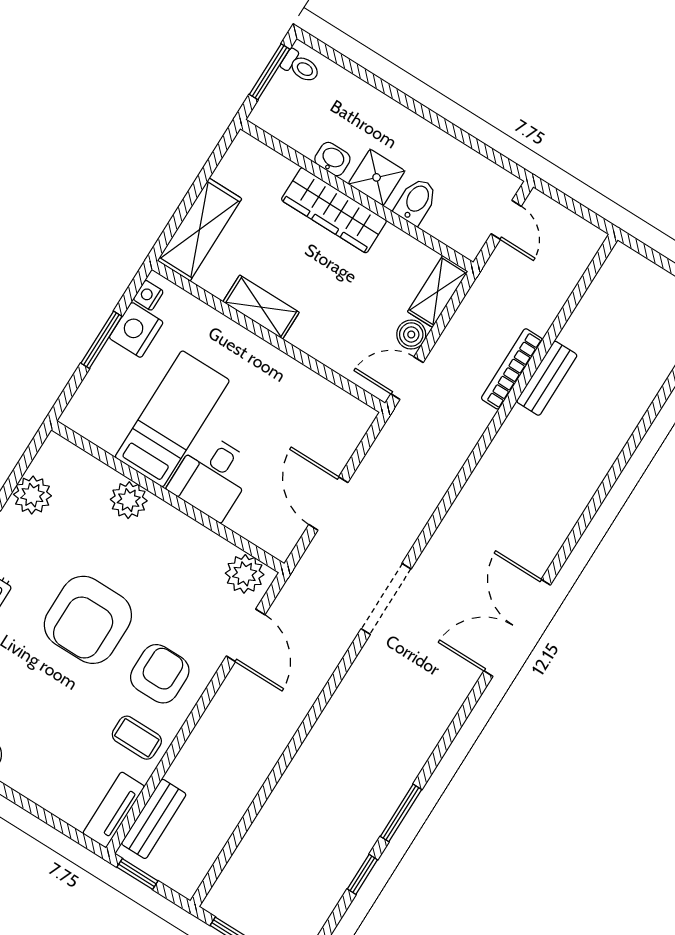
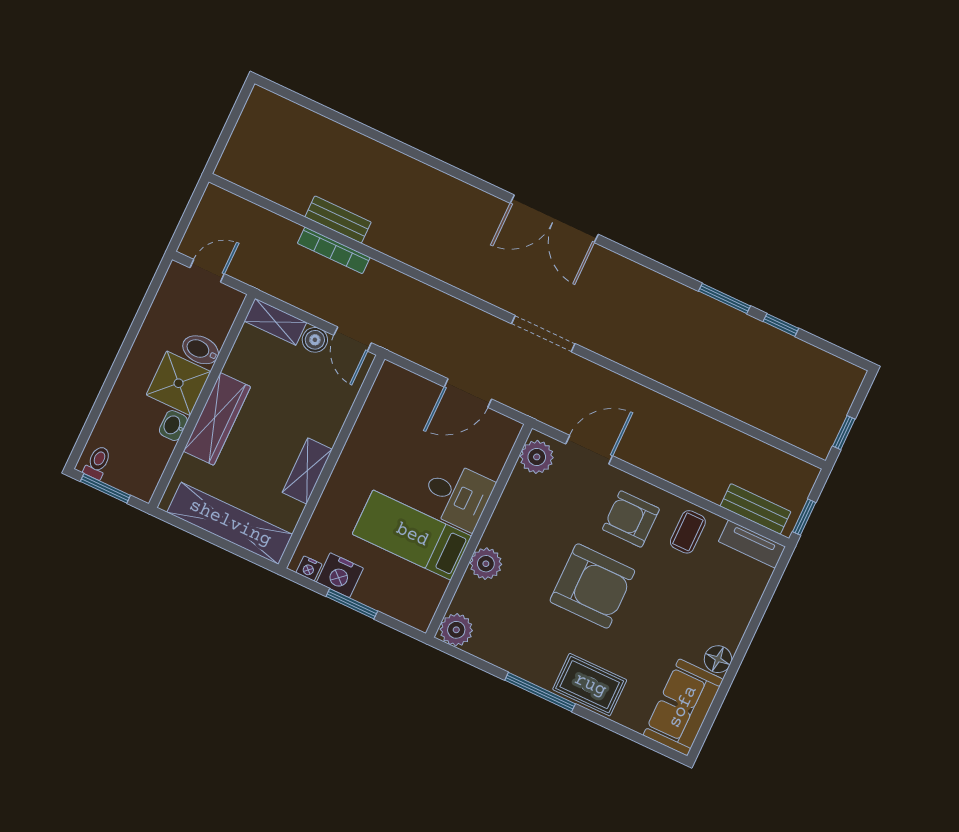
shower: (377, 177) -> (179, 383), width x1.36, depth x1.36
shelving: (199, 230) -> (230, 523), width x1.47
plant: (32, 495) -> (456, 630), moved

